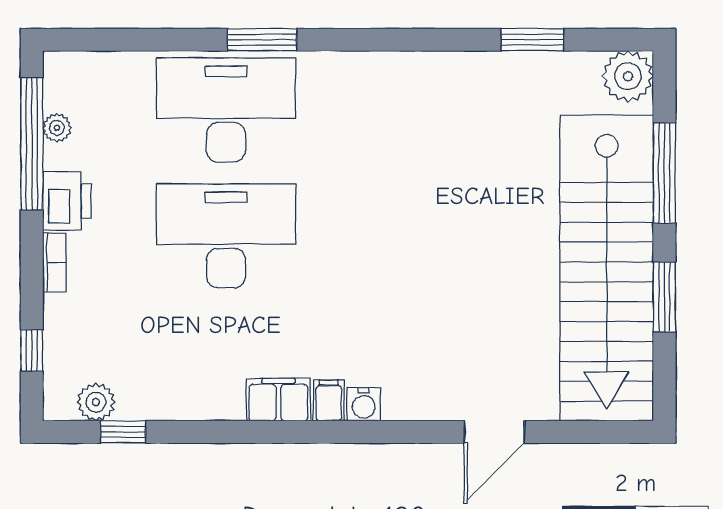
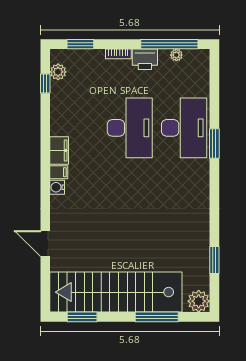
window: (664, 297) -> (82, 317), moved
window: (32, 350) -> (80, 44), width x1.50

